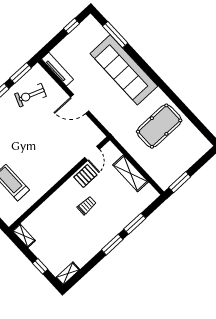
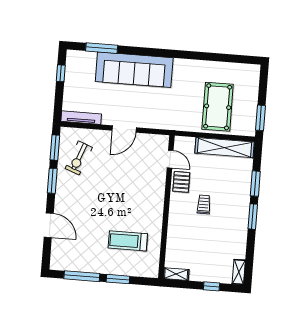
pool table: (159, 126) -> (218, 107), moved
shelving: (131, 173) -> (224, 148), width x1.47

